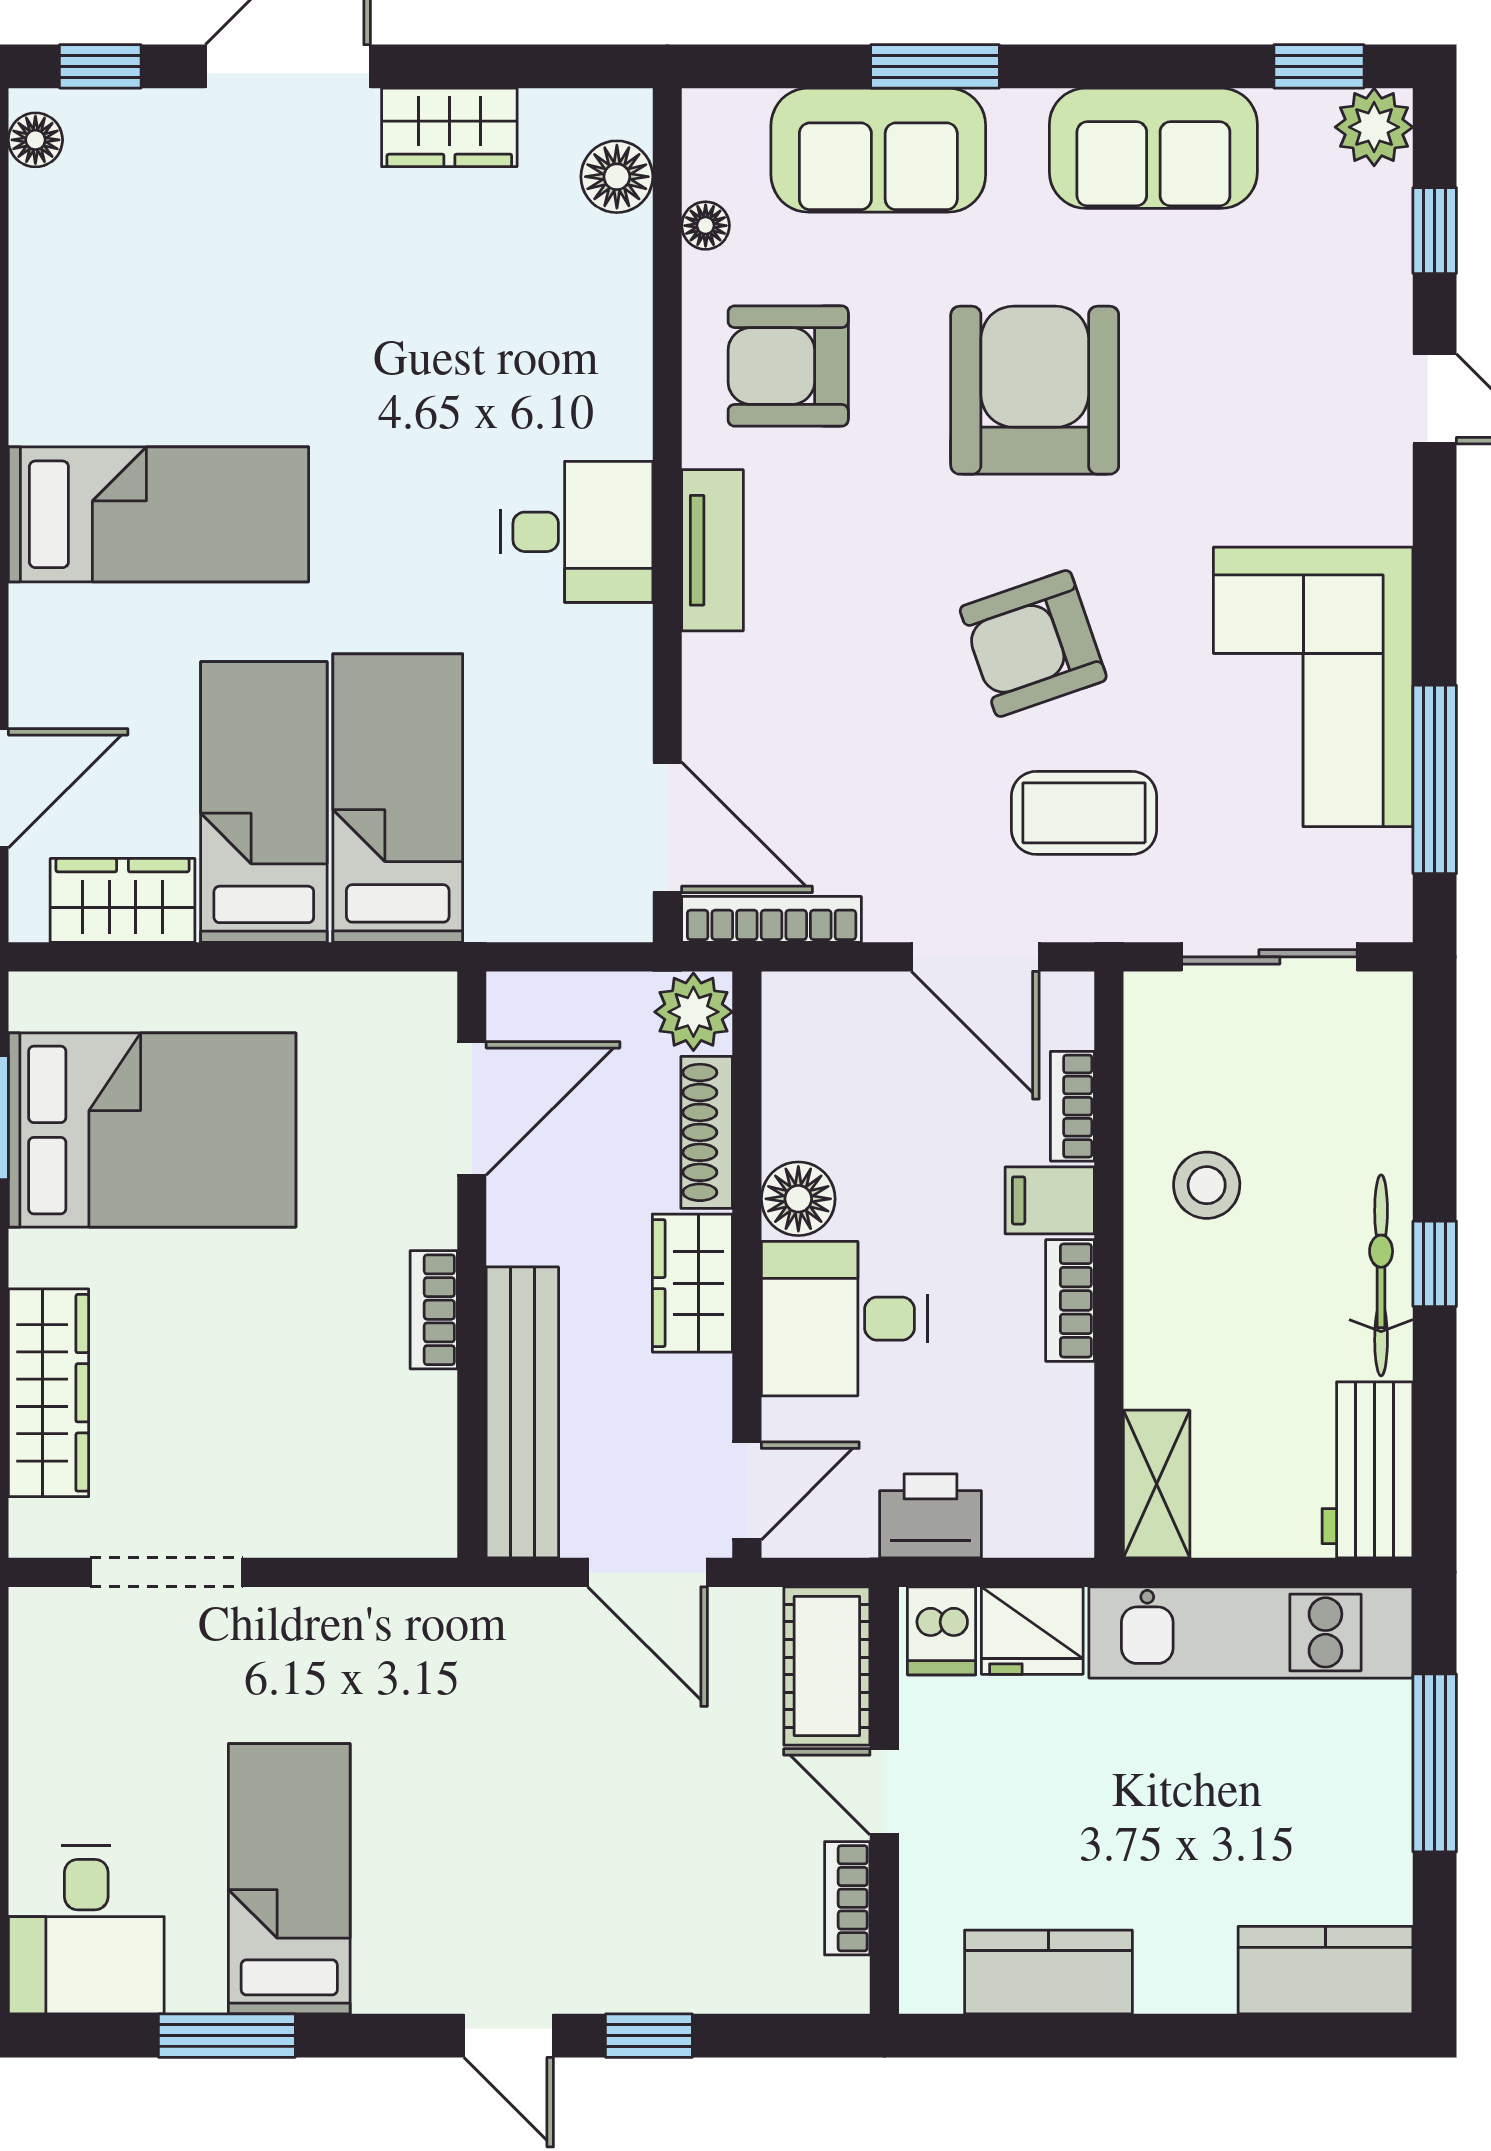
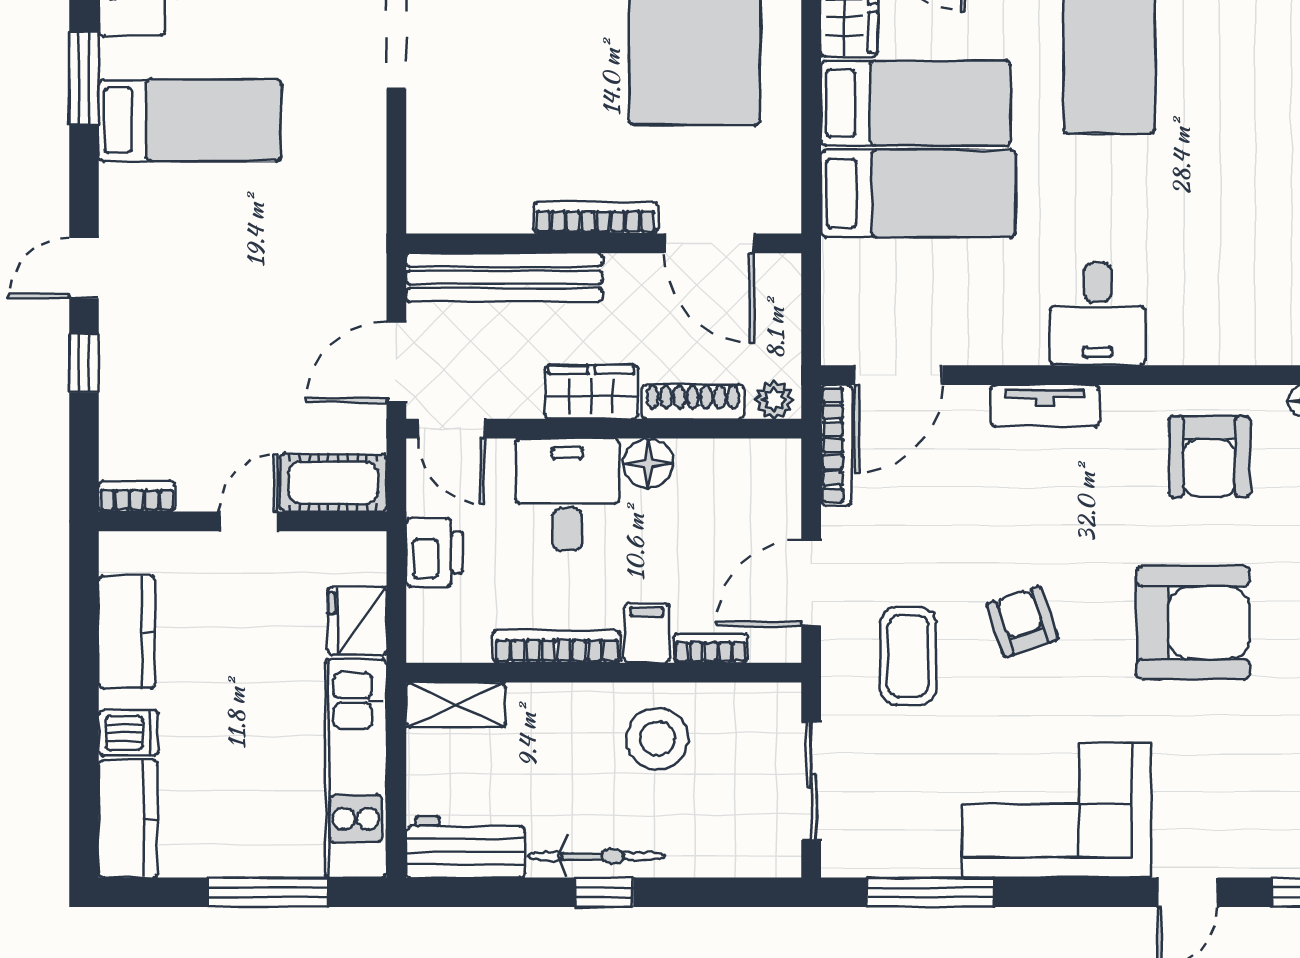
armchair: (788, 366) -> (1209, 457), turned 180
tv unit: (712, 550) -> (1045, 406), moved
armchair: (1033, 644) -> (1022, 622), width x0.72, depth x0.72
corner sofa: (1313, 687) -> (1056, 810), moved
plant: (693, 1012) -> (774, 400), width x0.73, depth x0.73
stool: (1207, 1185) -> (657, 739), width x1.38, depth x1.38
bookcase: (1070, 1300) -> (557, 647), width x1.56
bookcase: (434, 1310) -> (596, 218), width x1.56
dishwasher: (942, 1631) -> (128, 733), moved, turned 180
bookcase: (847, 1898) -> (137, 496), moved

